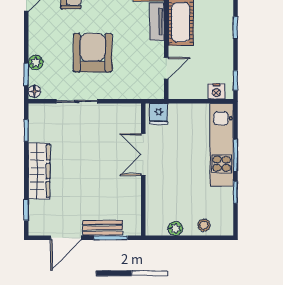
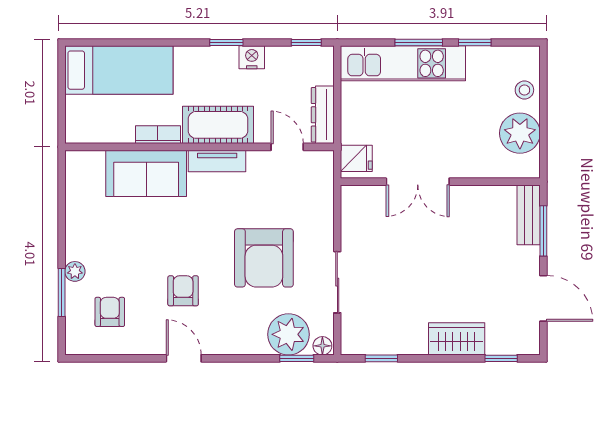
armchair: (93, 53) -> (264, 258), turned -90
plant: (36, 62) -> (288, 334), width x1.88, depth x1.88
nightstand: (216, 91) -> (252, 57), moved, turned -90
dresser: (188, 92) -> (323, 115), added
wardrobe: (39, 171) -> (457, 339), width x0.67
bench: (103, 228) -> (529, 215), moved
plant: (175, 228) -> (520, 133), width x1.87, depth x1.87

